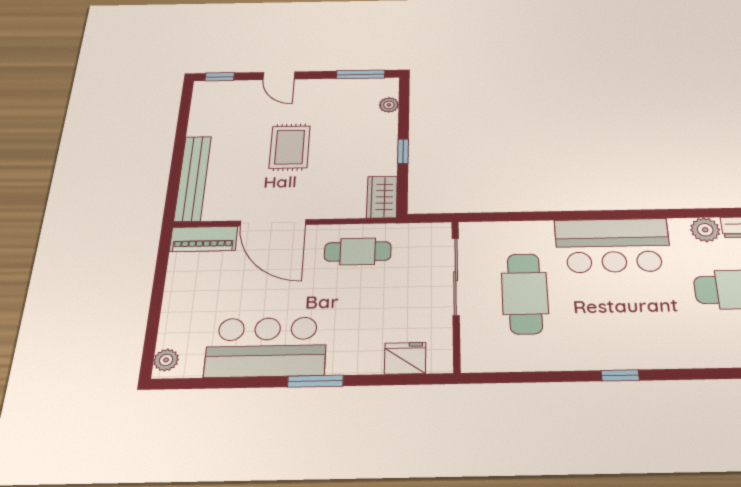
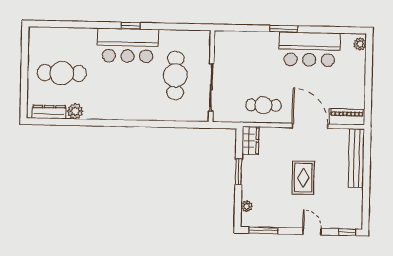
window: (403, 151) -> (239, 172), width x1.50
bar counter: (613, 245) -> (128, 45), moved, turned 180
fridge: (405, 358) -> (238, 40), removed

